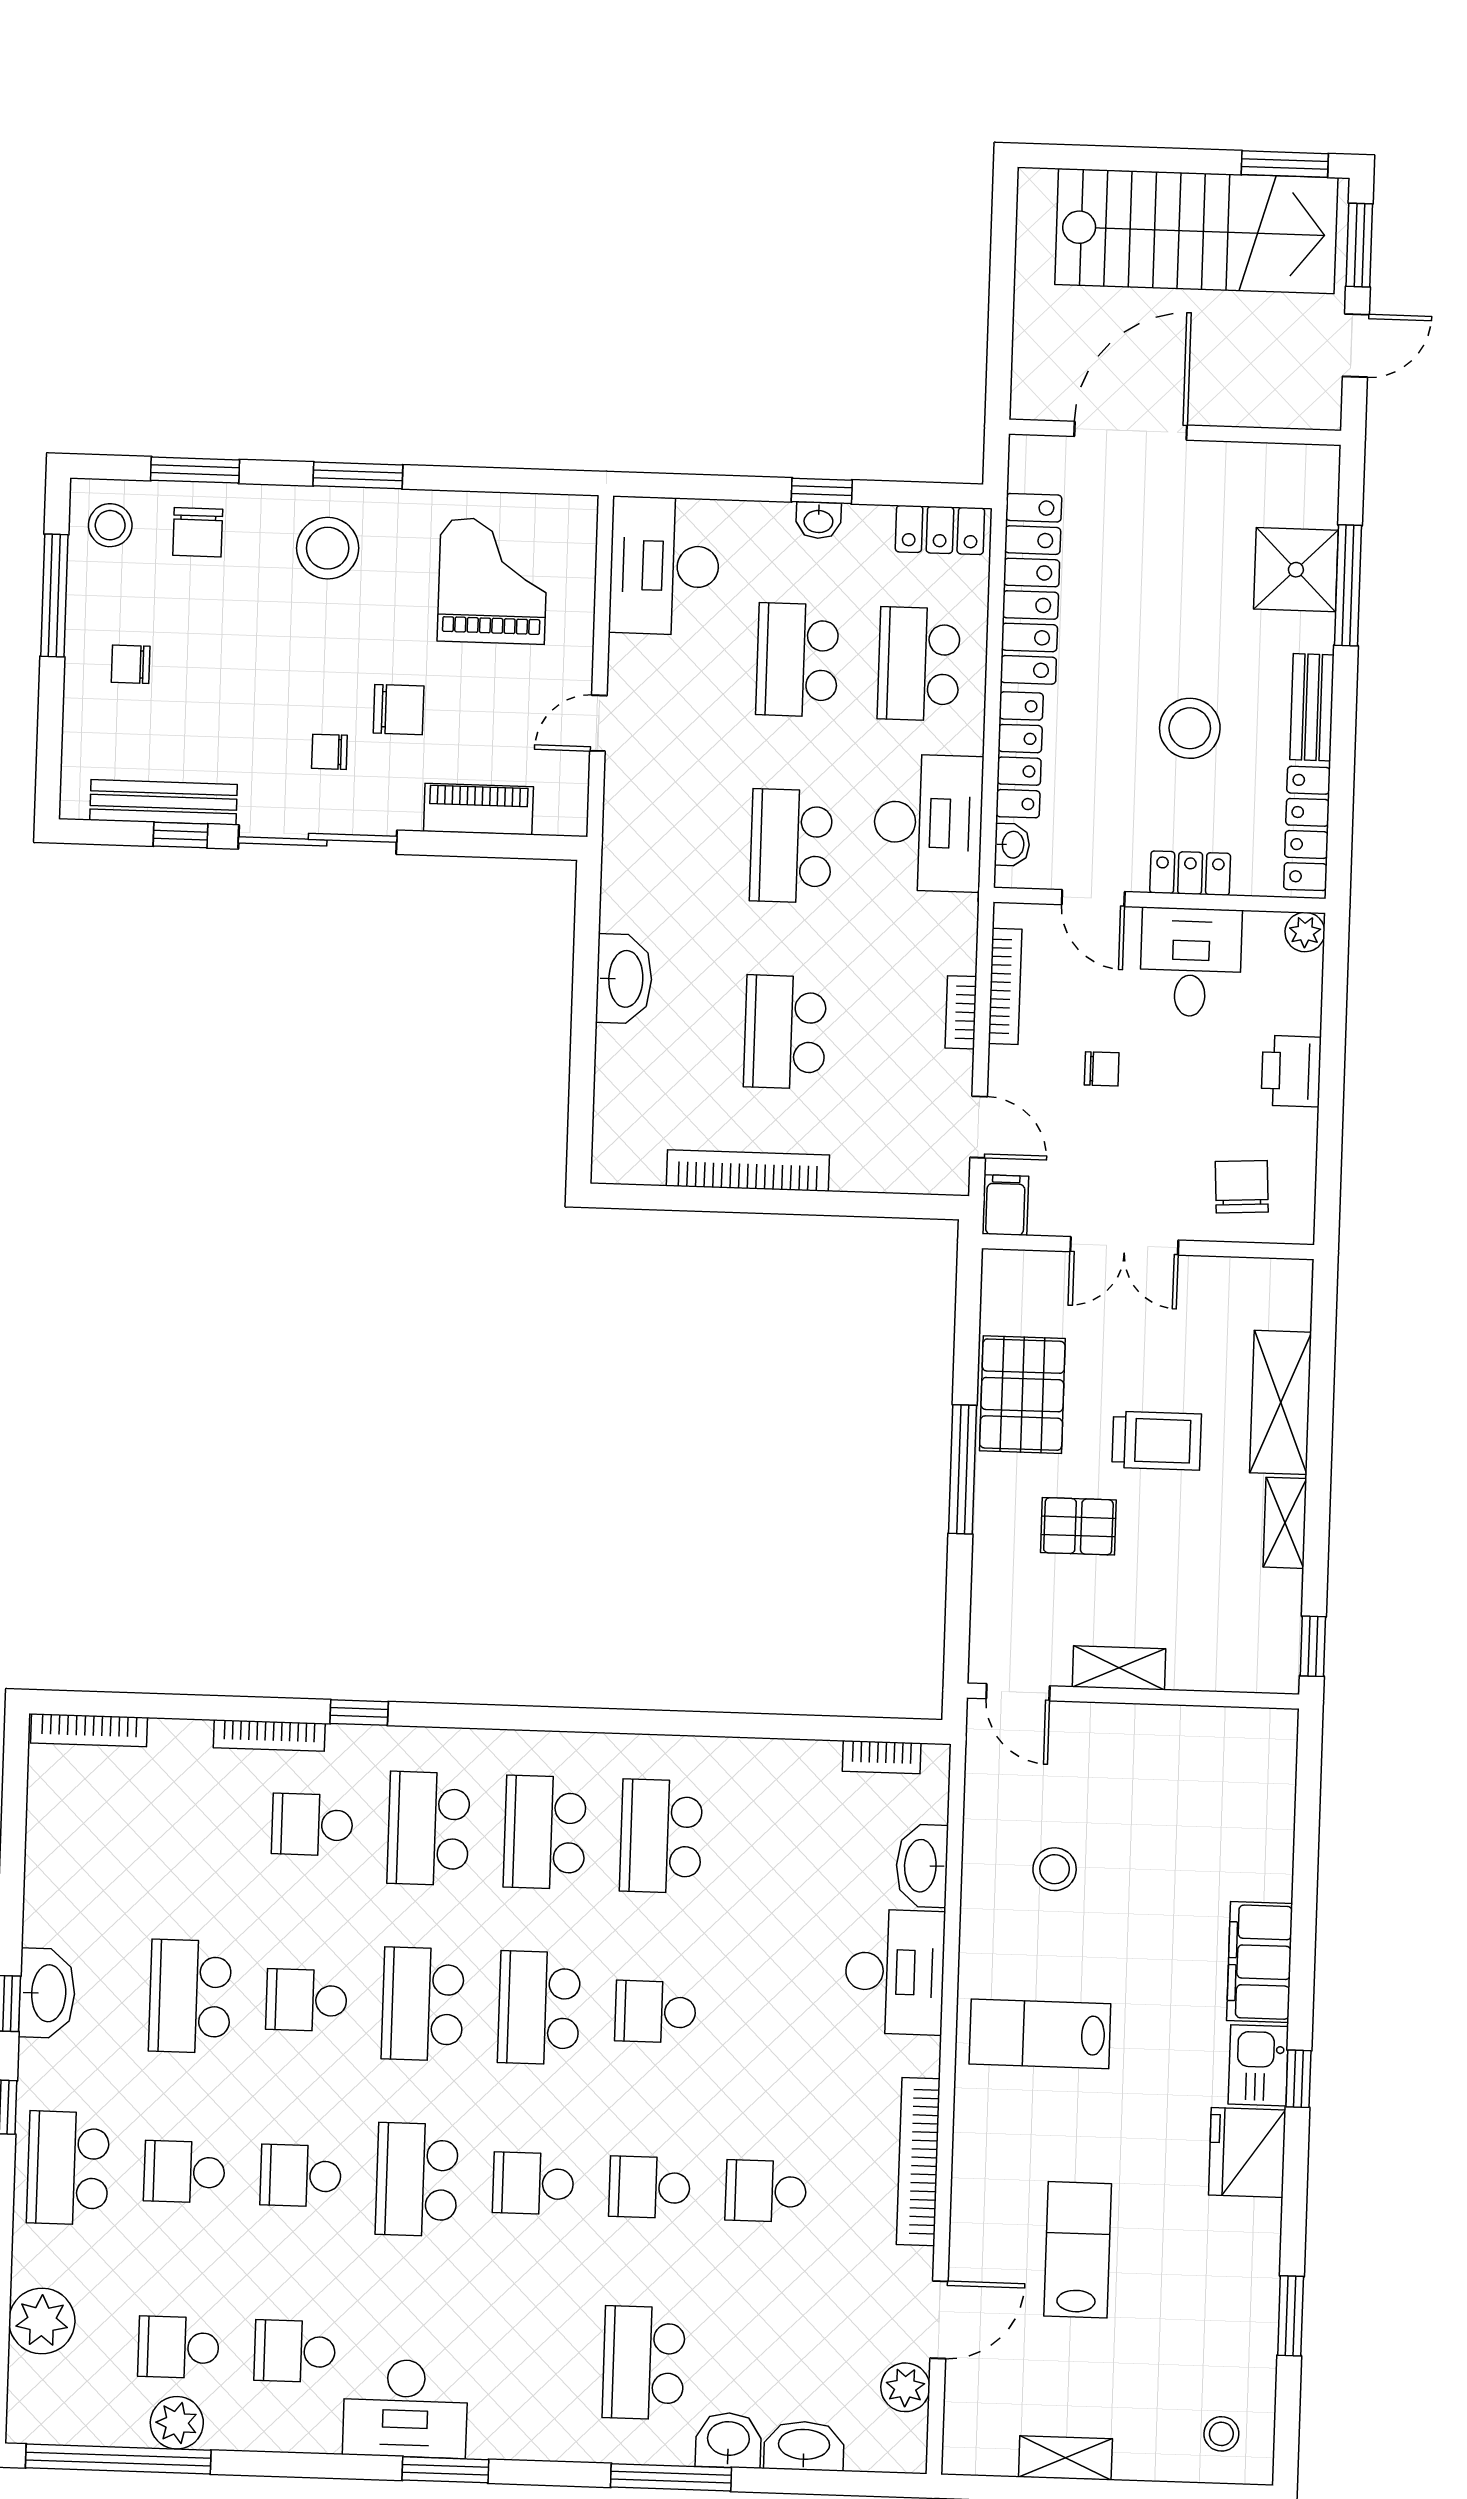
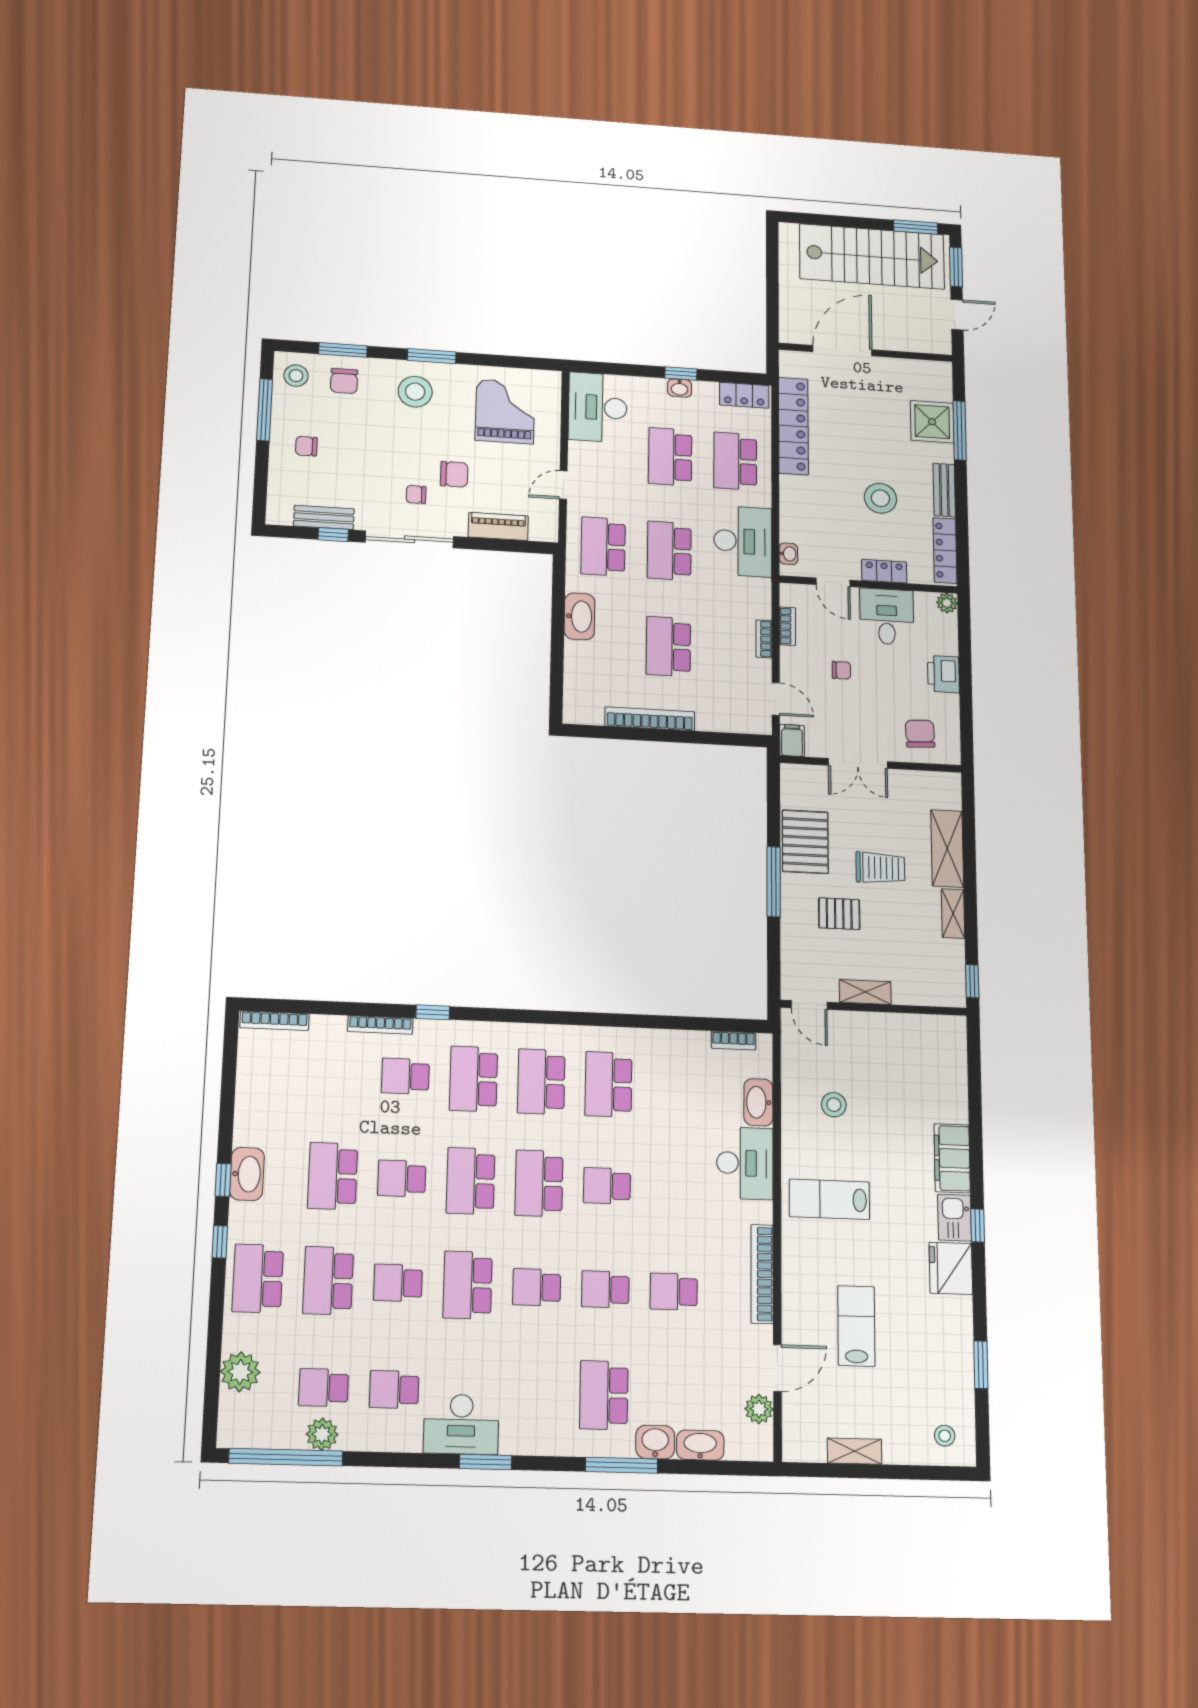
locker: (1020, 755) -> (791, 509), removed
bench: (164, 802) -> (324, 517), width x0.73
school desk: (670, 842) -> (603, 547), added
bookcase: (1005, 986) -> (787, 626), width x0.64
school desk: (184, 2172) -> (328, 1281), width x1.85

